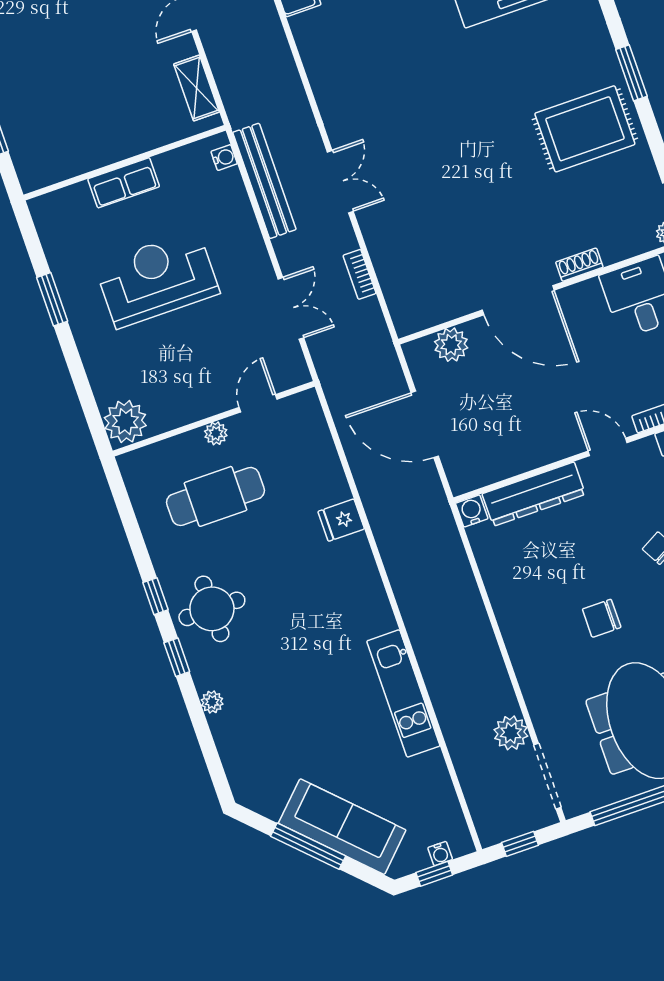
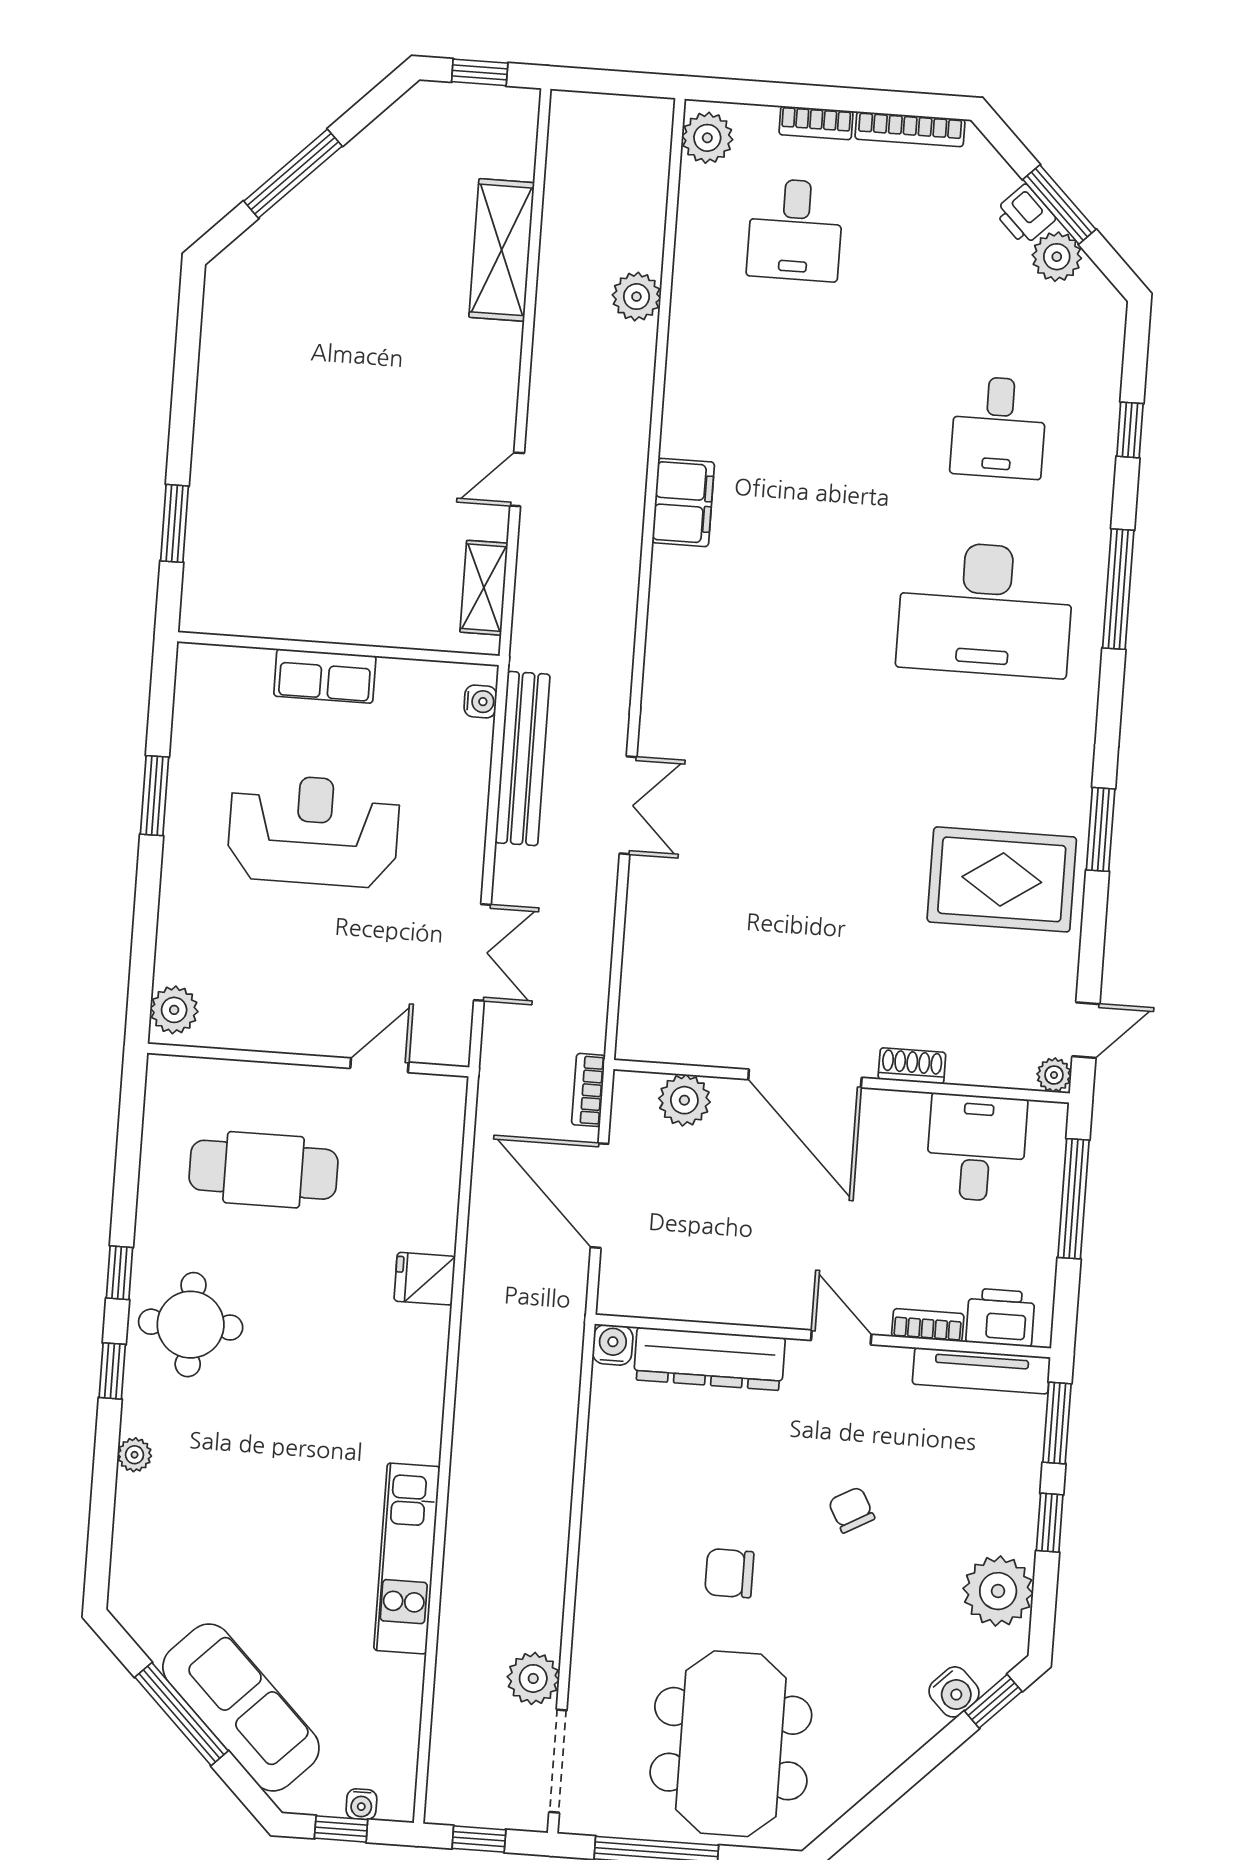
bookcase: (359, 274) -> (588, 1090), moved
plant: (125, 422) -> (174, 1010), width x0.73, depth x0.73
plant: (216, 433) -> (302, 1082), removed

